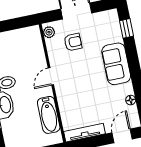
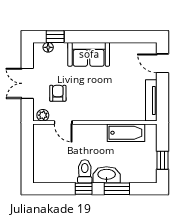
door: (51, 76) -> (63, 123), moved
floor lamp: (131, 100) -> (48, 47), moved

